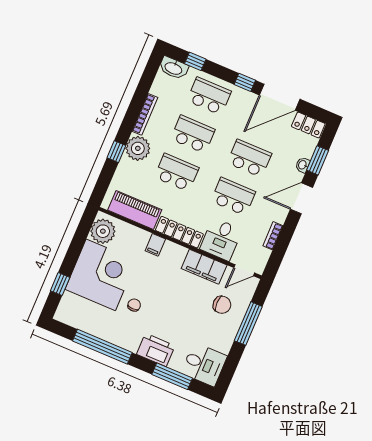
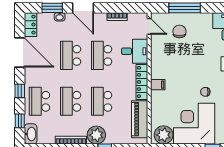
window: (245, 82) -> (20, 91), moved
filing cabinet: (155, 245) -> (158, 85), moved
filing cabinet: (204, 267) -> (158, 55), removed

